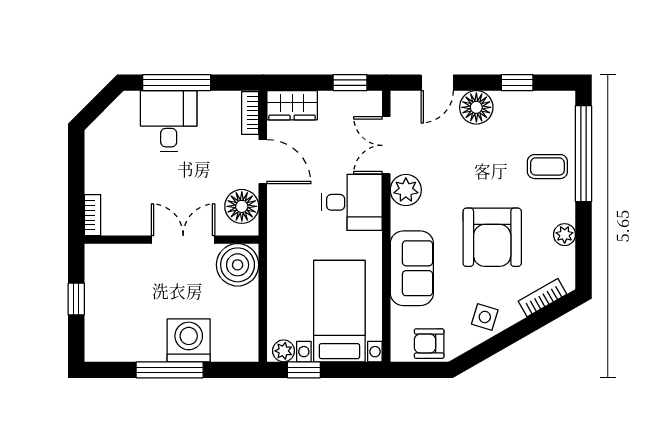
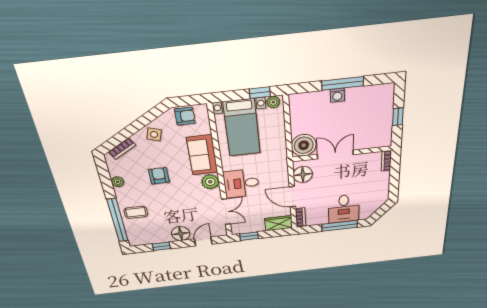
plant: (406, 190) -> (210, 182), moved
armchair: (492, 237) -> (159, 176), width x0.53, depth x0.53
double door: (183, 240) -> (335, 154), swing flipped
washing machine: (189, 340) -> (337, 95), width x0.53, depth x0.53

